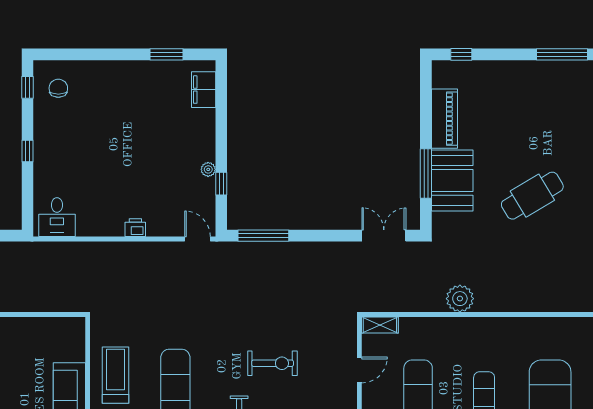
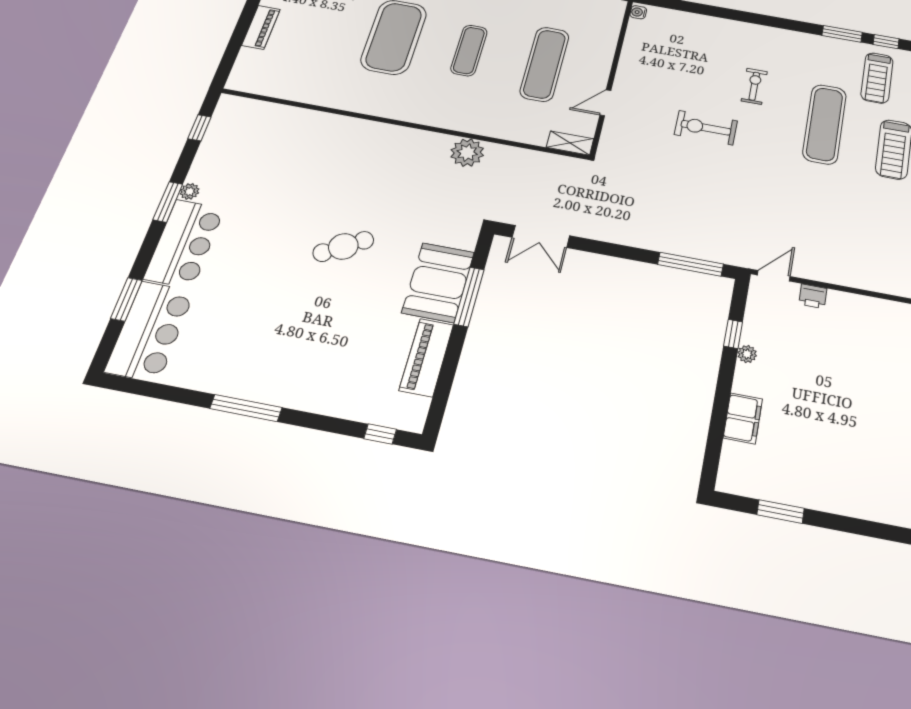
filing cabinet: (204, 90) -> (743, 418), moved
cafe table: (532, 196) -> (343, 246), width x0.73, depth x0.74
printer: (135, 228) -> (813, 296), moved
door: (198, 239) -> (774, 276), swing flipped

